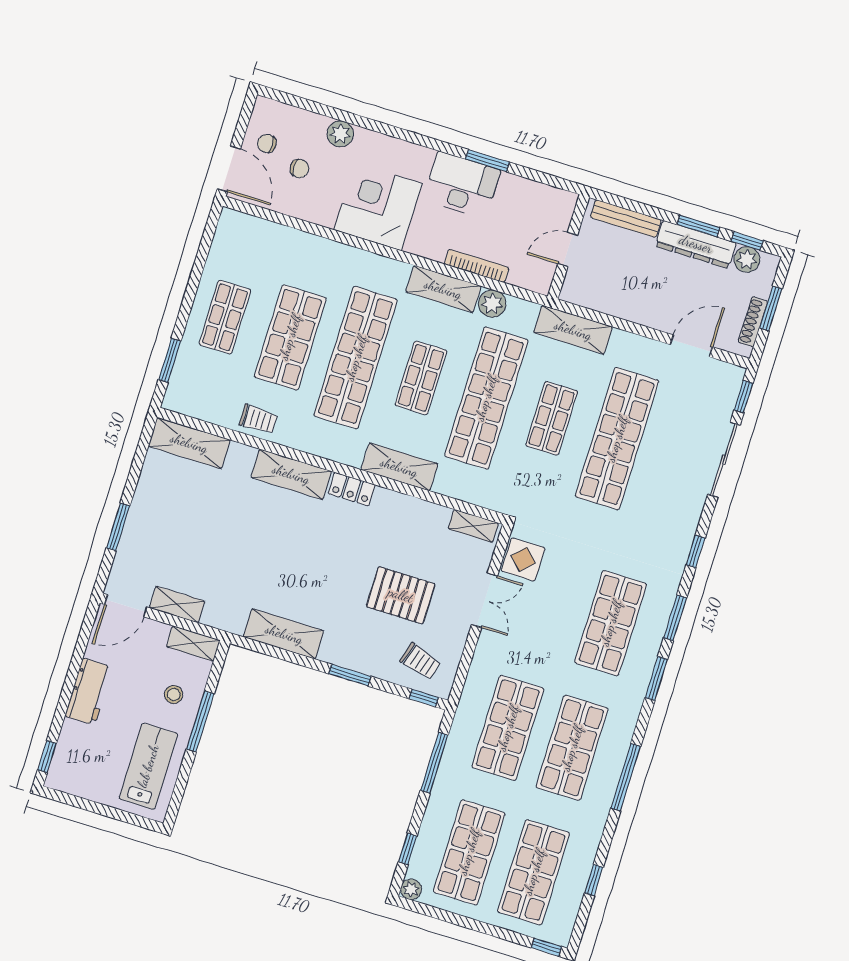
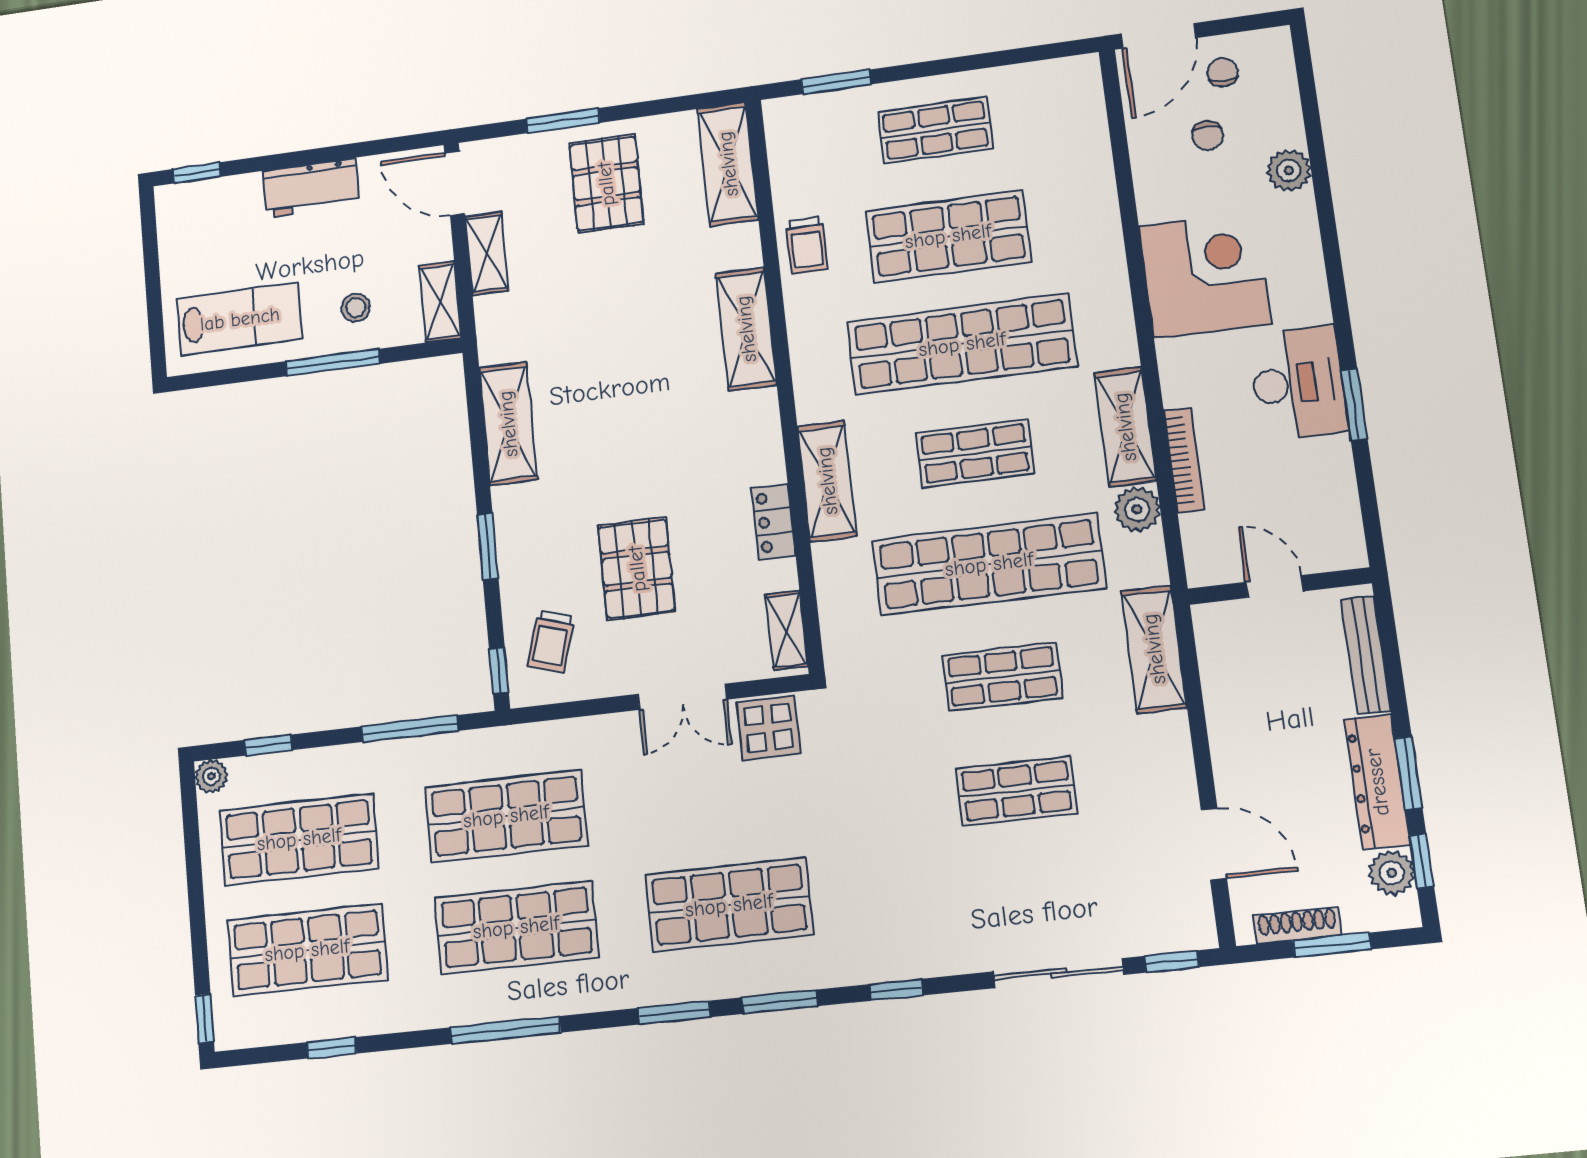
shop shelf: (617, 439) -> (1016, 791), width x0.50, depth x0.74
locker: (352, 489) -> (773, 522), moved
pallet: (168, 518) -> (606, 184), added

